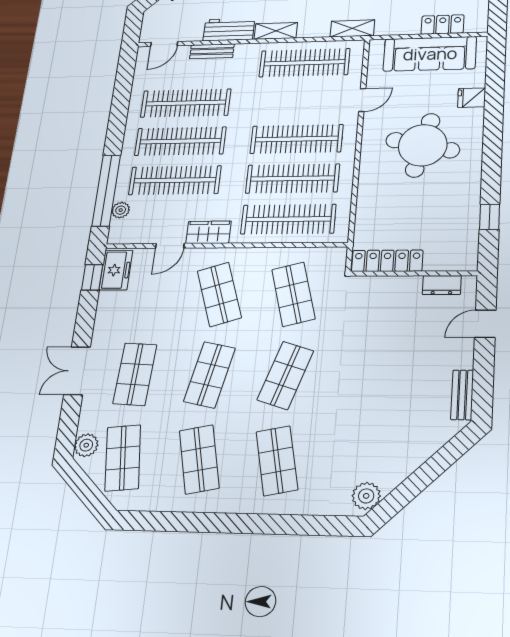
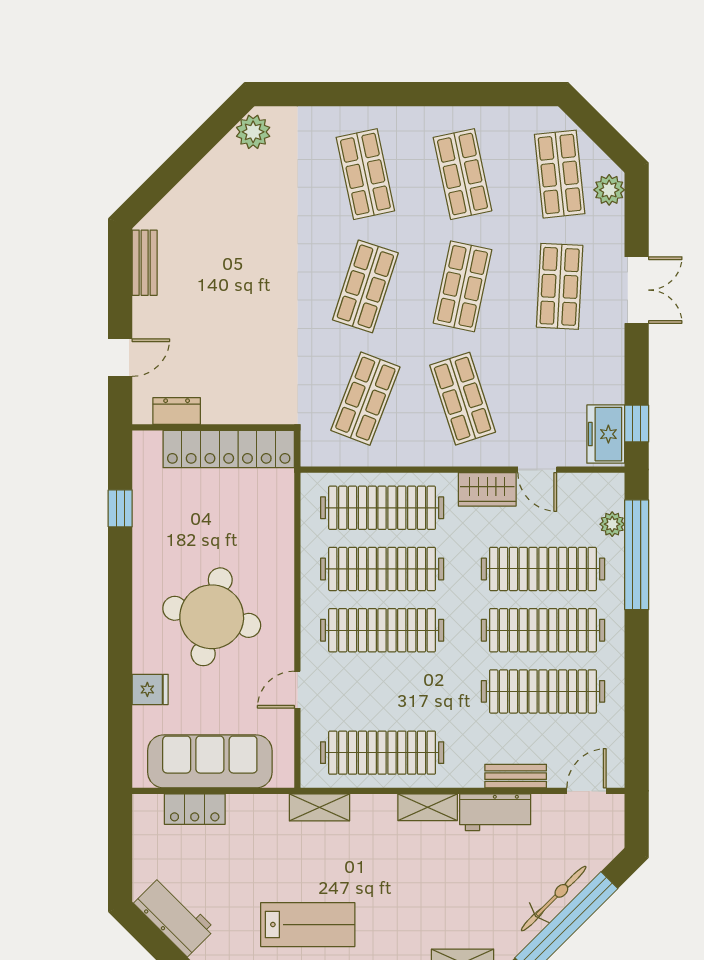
door: (170, 246) -> (537, 470), swing flipped
locker: (387, 261) -> (229, 449), width x1.41, depth x1.21
shop shelf: (293, 294) -> (365, 399), turned 36

